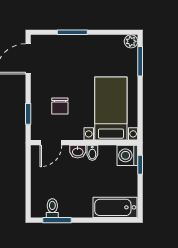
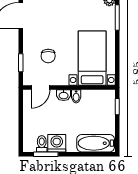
washing machine: (127, 155) -> (57, 143), moved, turned 90

